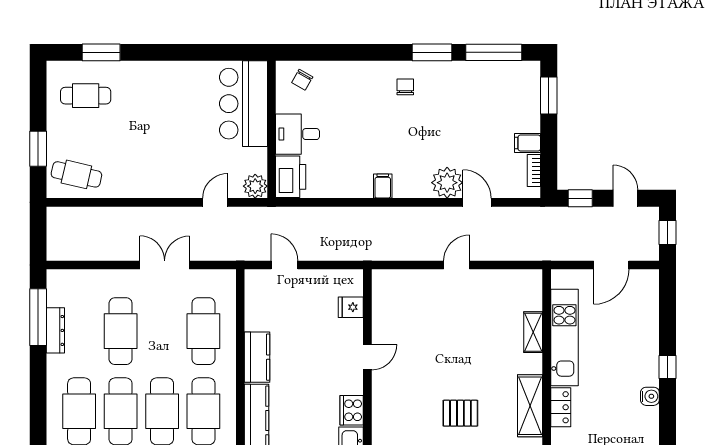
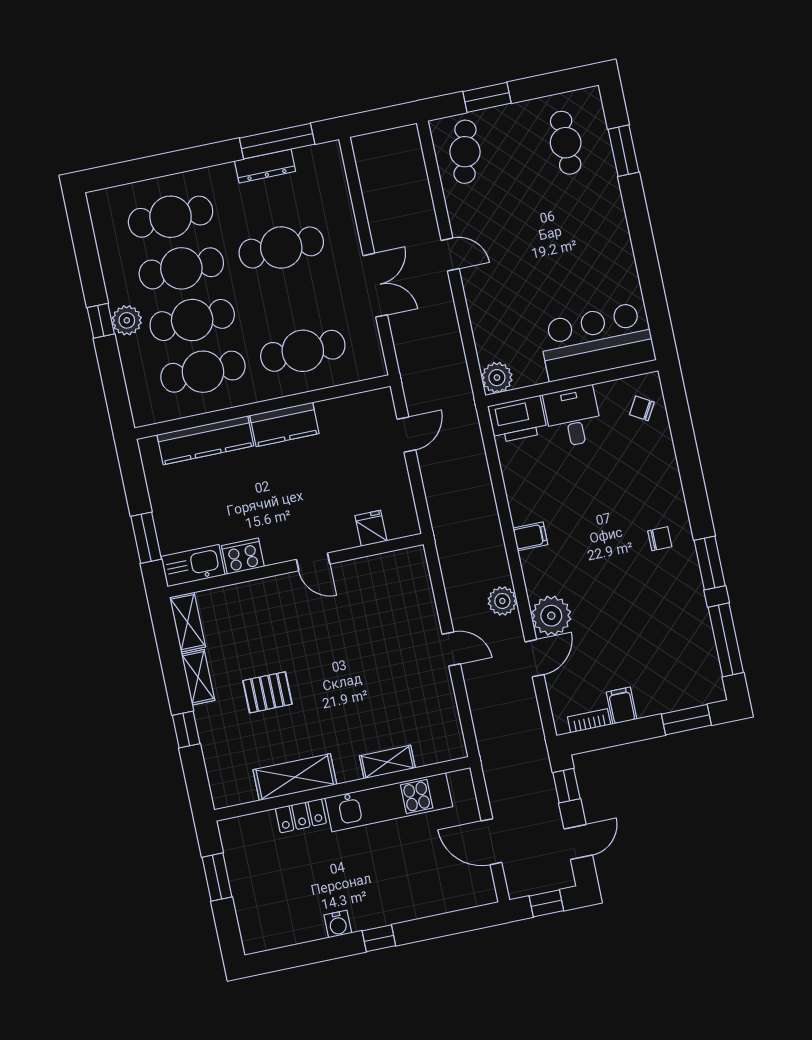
door: (215, 202) -> (450, 255), moved
plant: (428, 218) -> (502, 601), added
pallet: (460, 413) -> (268, 692), turned 90

